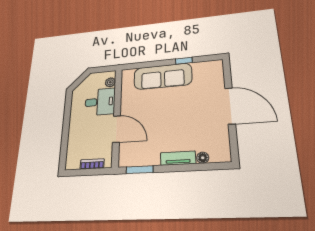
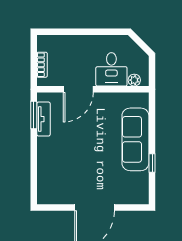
tv unit: (178, 158) -> (44, 119), moved
floor lamp: (203, 158) -> (43, 177), removed

